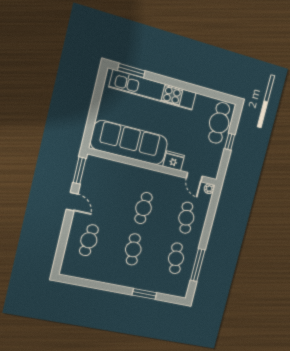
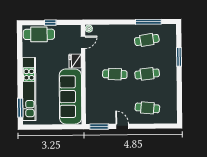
door: (72, 202) -> (122, 126), hinge flipped
cafe table: (186, 218) -> (115, 40), removed

